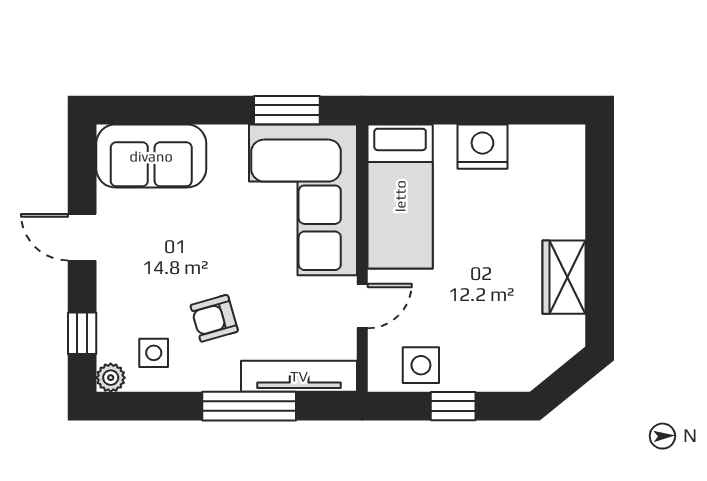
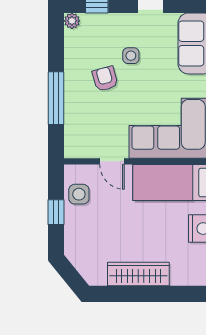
wardrobe: (564, 277) -> (138, 274), width x1.50
side table: (154, 353) -> (131, 56), moved
tv unit: (299, 376) -> (73, 126), removed

